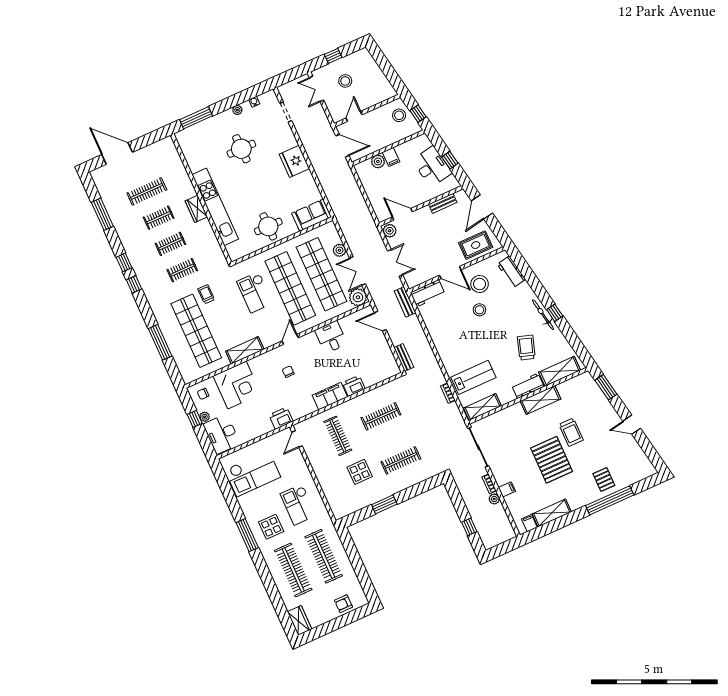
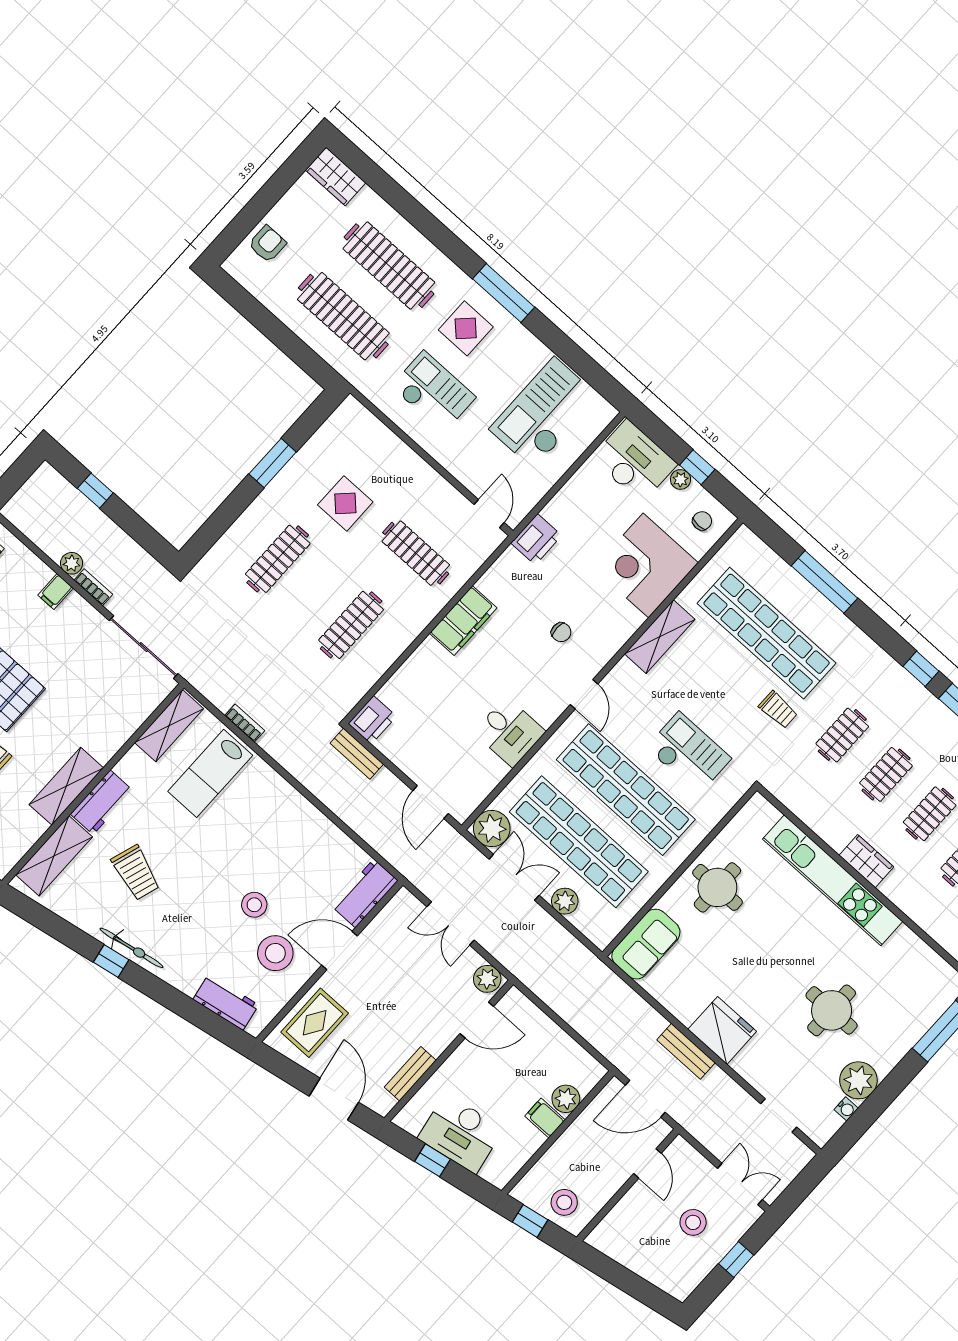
plant: (237, 110) -> (858, 1080), width x1.88, depth x1.88
bench: (405, 302) -> (686, 1051), moved
door: (380, 321) -> (431, 802), swing flipped
printer: (354, 386) -> (372, 720), moved

